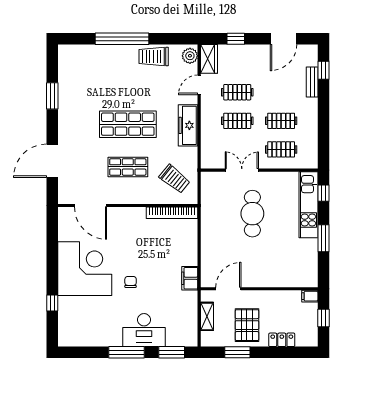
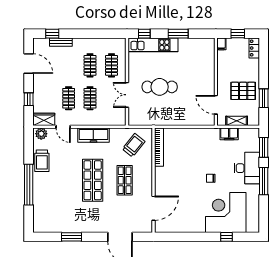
corner desk: (85, 269) -> (226, 212), moved
filing cabinet: (190, 278) -> (229, 134), moved
locker: (282, 340) -> (254, 48), moved

